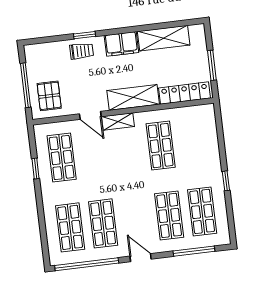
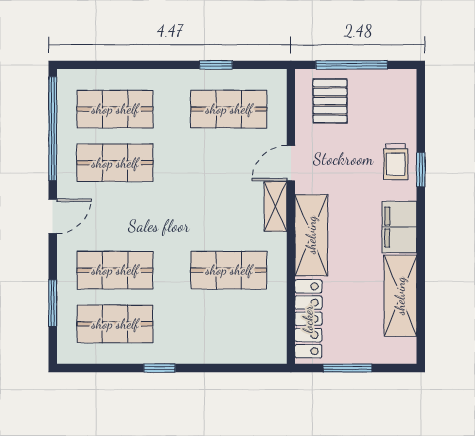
pallet: (49, 96) -> (330, 101), turned 90
window: (194, 251) -> (53, 303), width x0.69

